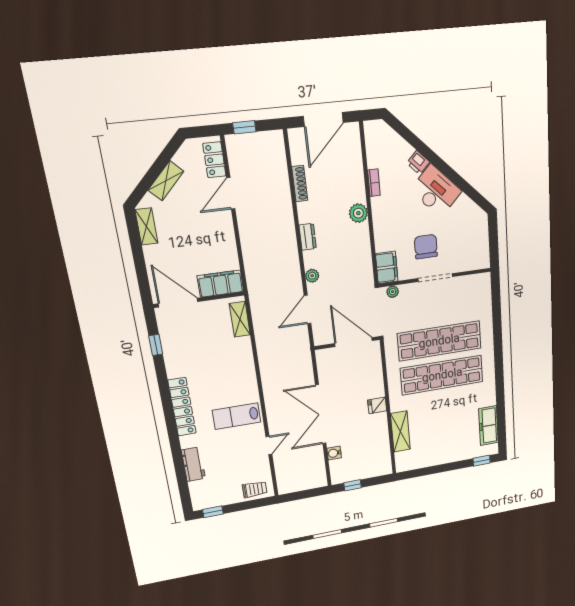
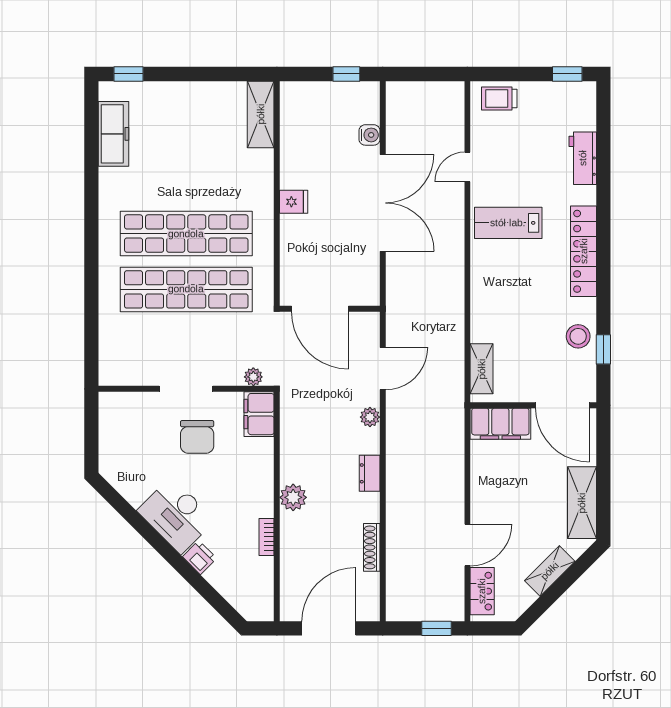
shelving: (146, 226) -> (582, 503), width x1.50, depth x1.33
stool: (175, 351) -> (578, 336), added
lab bench: (237, 416) -> (508, 223), turned 180
shelving: (400, 432) -> (261, 114), moved

